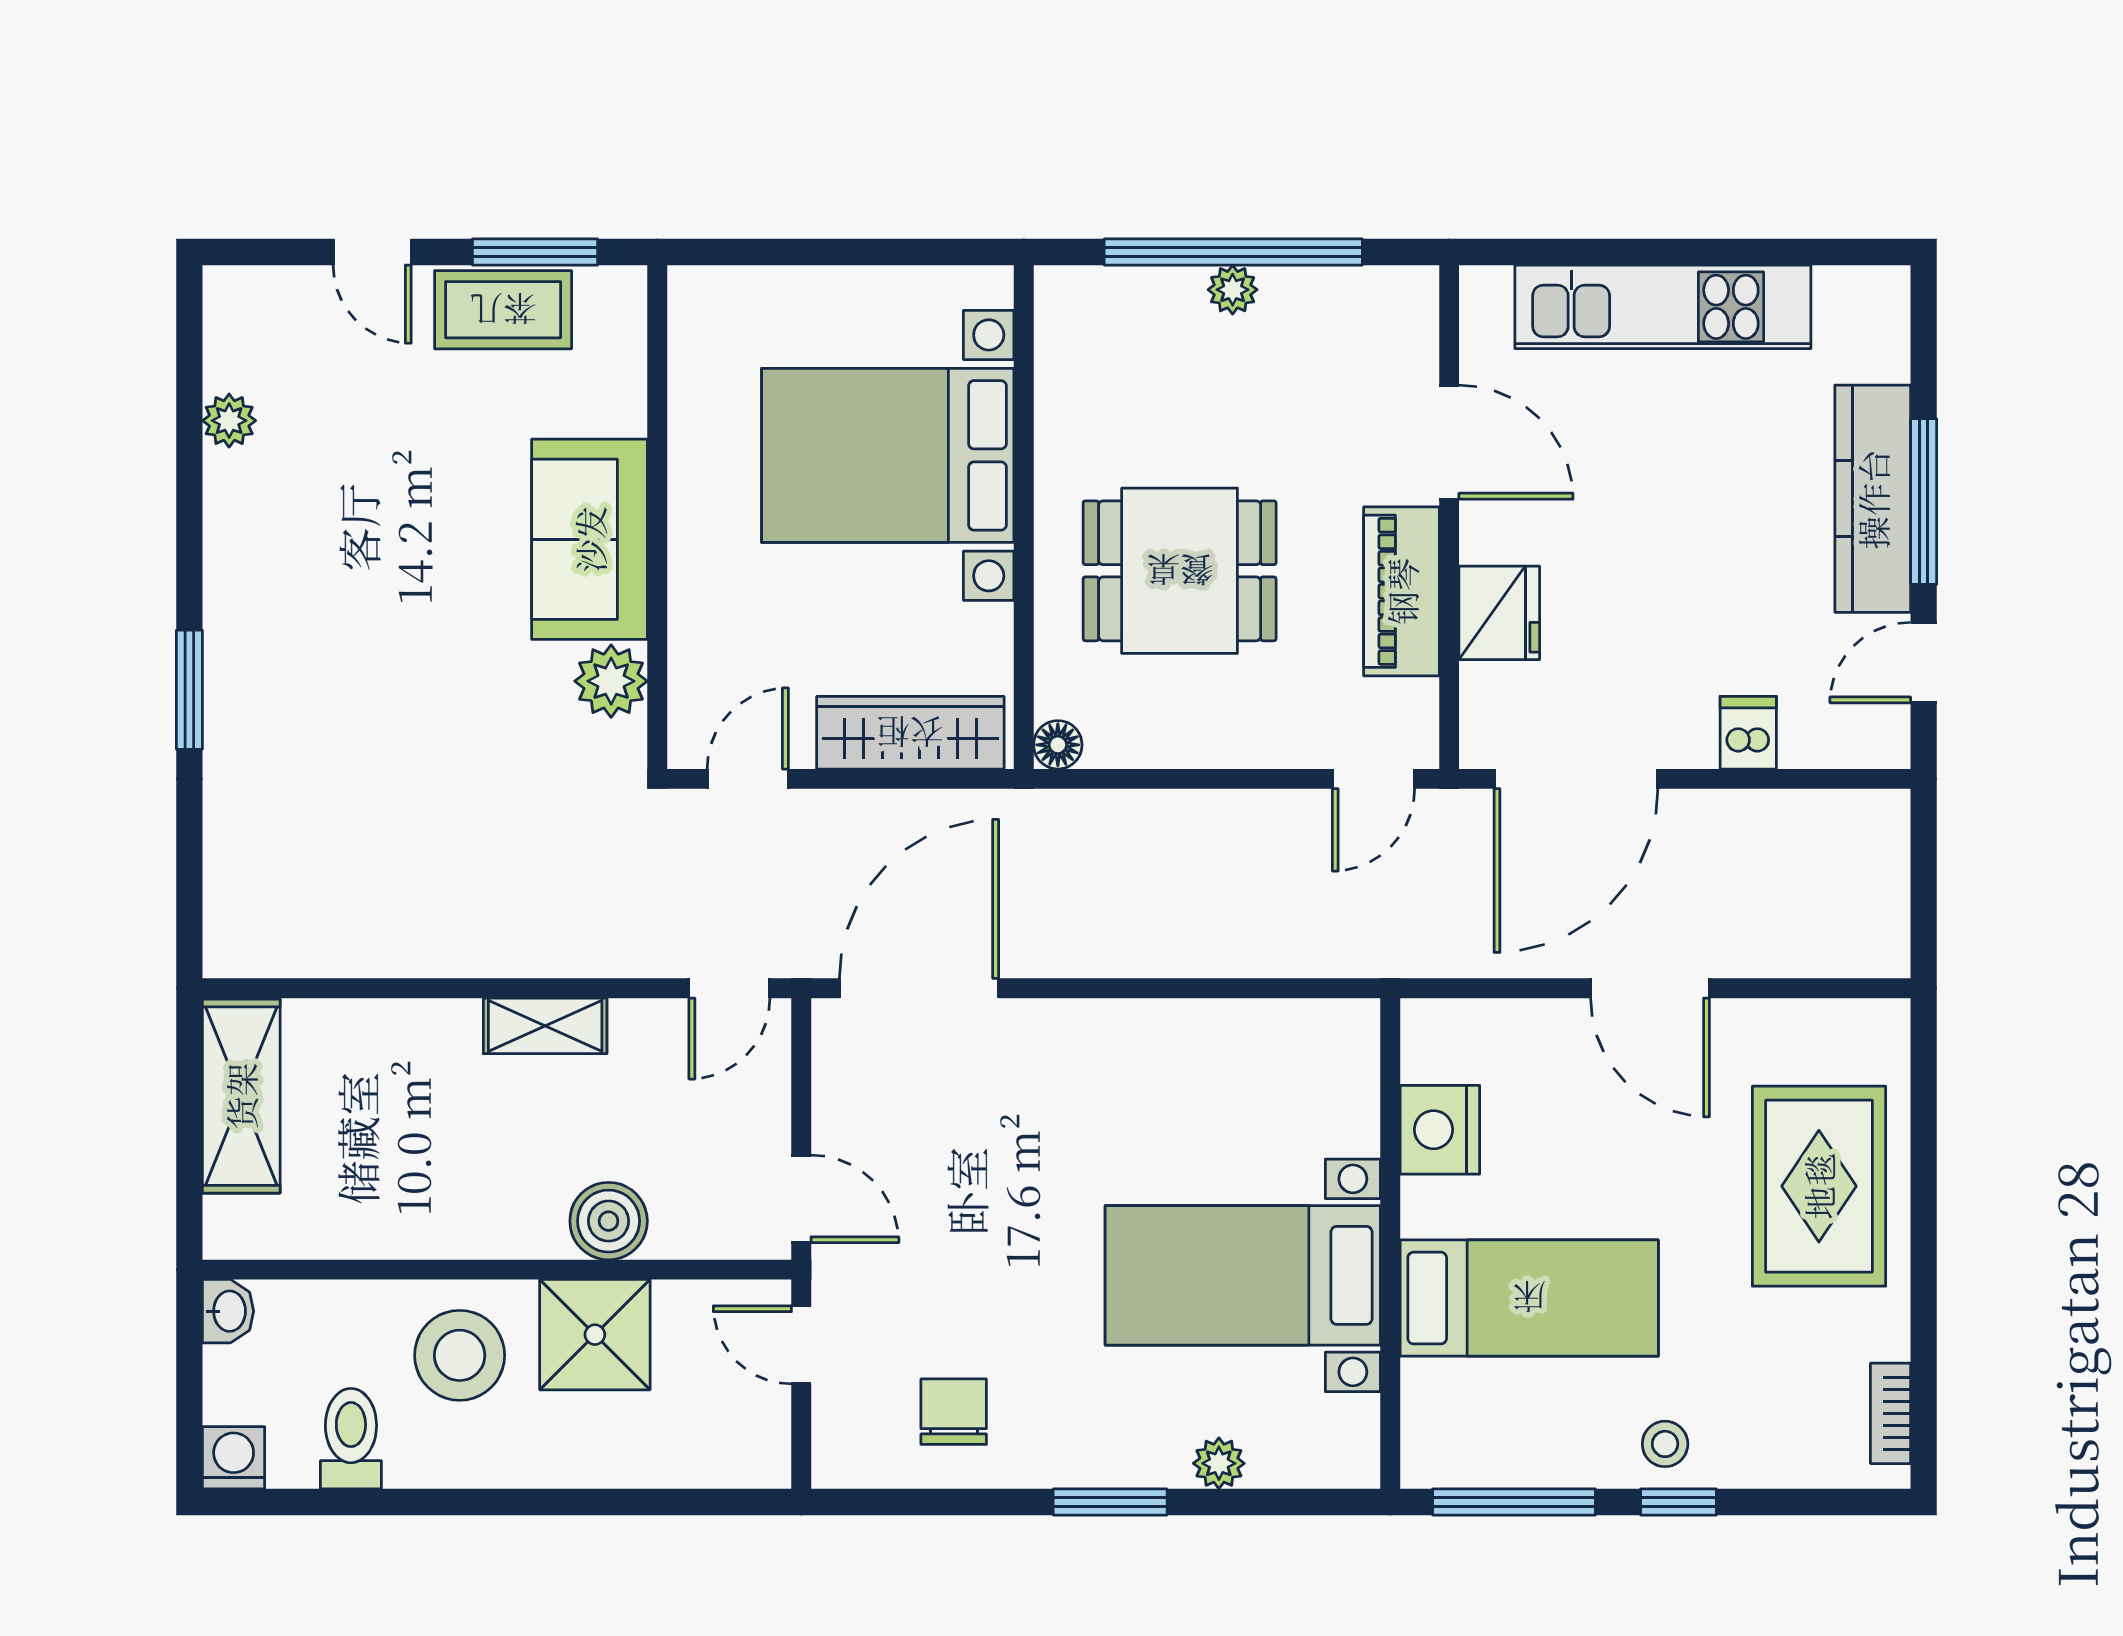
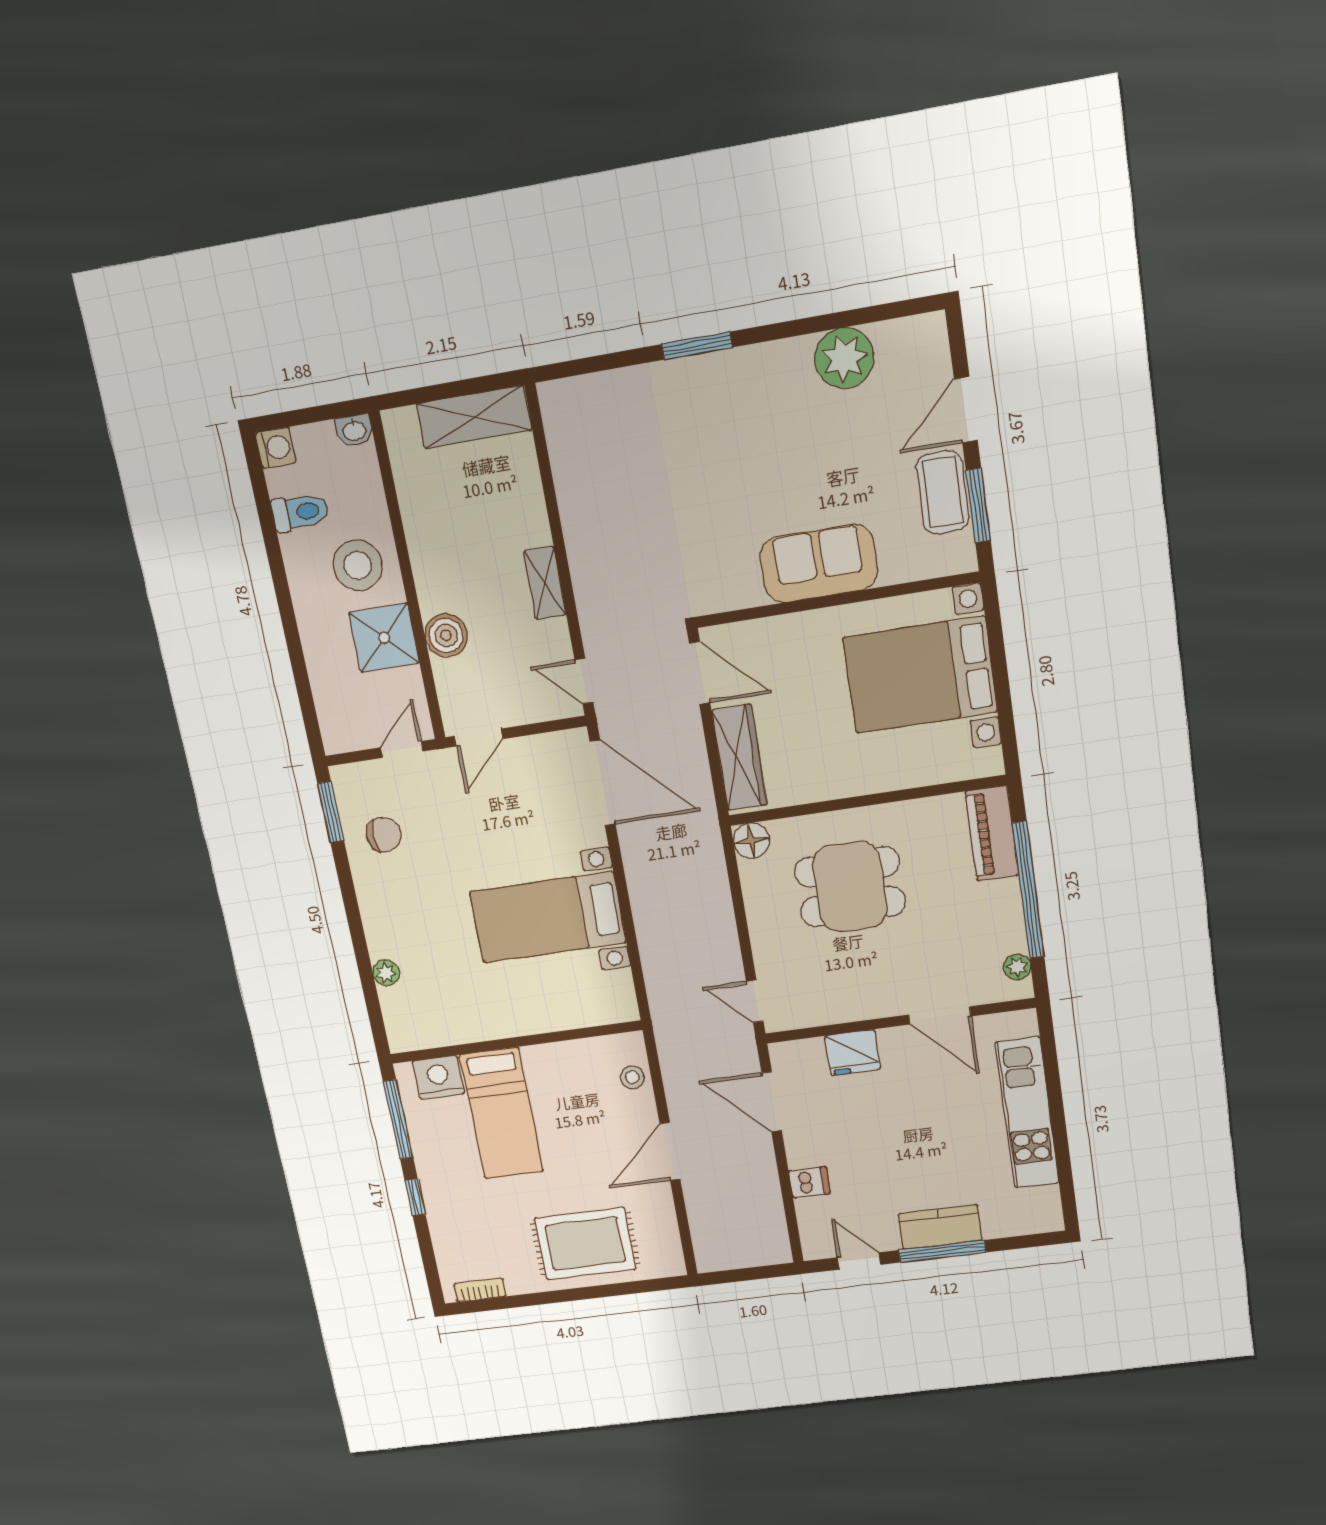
door: (372, 252) -> (966, 410), width x1.38
plant: (1233, 290) -> (1017, 967), moved
plant: (229, 421) -> (844, 358), width x1.88, depth x1.88
door: (1449, 442) -> (940, 1015), hinge flipped
bed with nightstands: (888, 455) -> (920, 675), moved, turned -90
kitchen counter: (1873, 499) -> (940, 1227), width x0.67
dining table: (1180, 571) -> (850, 887), turned 90
piano: (1402, 591) -> (992, 833), moved, turned -90
plant: (611, 681) -> (741, 589), removed
floor lamp: (1058, 745) -> (751, 841), width x1.37, depth x1.37
door: (748, 779) -> (700, 673), width x1.38
door: (1576, 779) -> (772, 1102), width x0.73
nightstand: (1440, 1130) -> (438, 1077), moved
bed with nightstands: (1243, 1275) -> (548, 917), moved, turned -90
stool: (1665, 1444) -> (632, 1077), moved
window: (1110, 1502) -> (331, 812), moved

